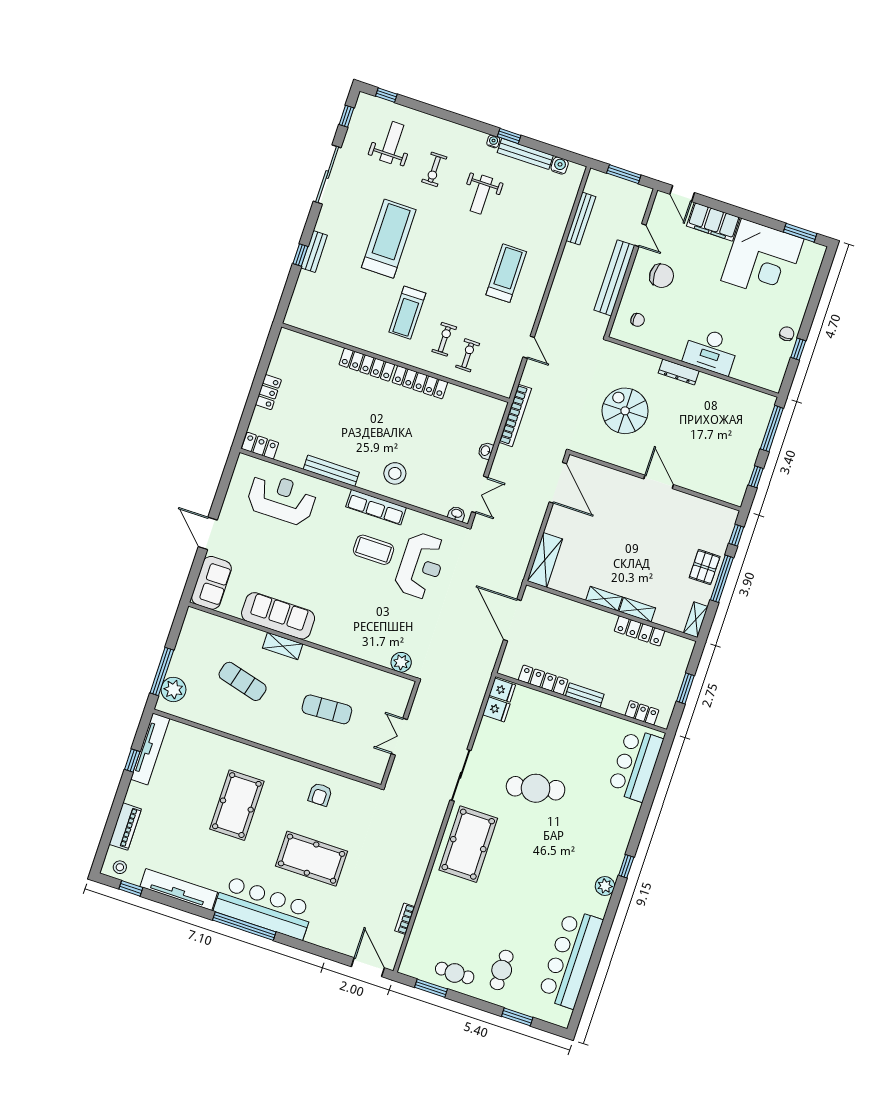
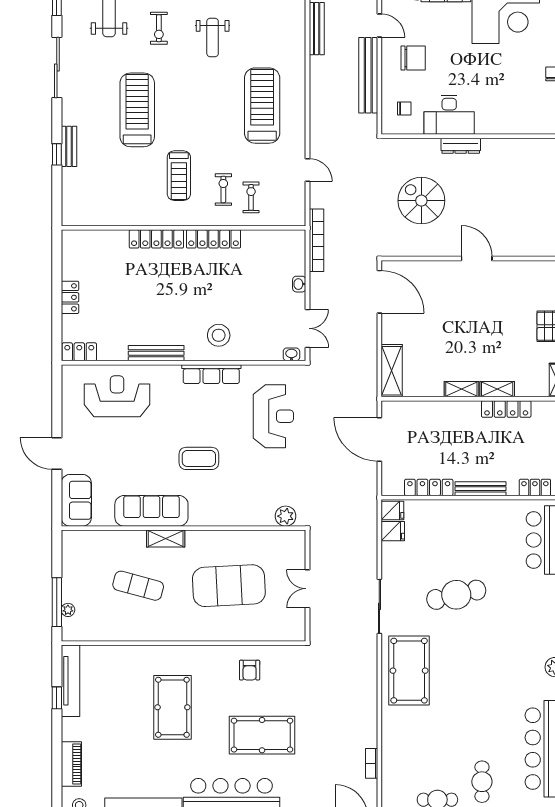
treadmill: (506, 273) -> (262, 106), width x1.37, depth x1.38
desk: (711, 351) -> (449, 115), moved
coffee table: (373, 550) -> (199, 458), moved
plant: (173, 689) -> (68, 610), width x0.53, depth x0.53
bench: (585, 695) -> (481, 489), width x1.36
exercise mat: (327, 709) -> (229, 586), width x2.00, depth x1.45

